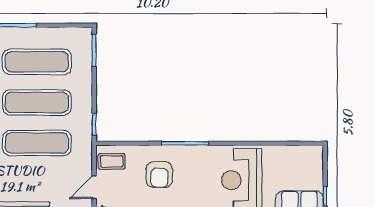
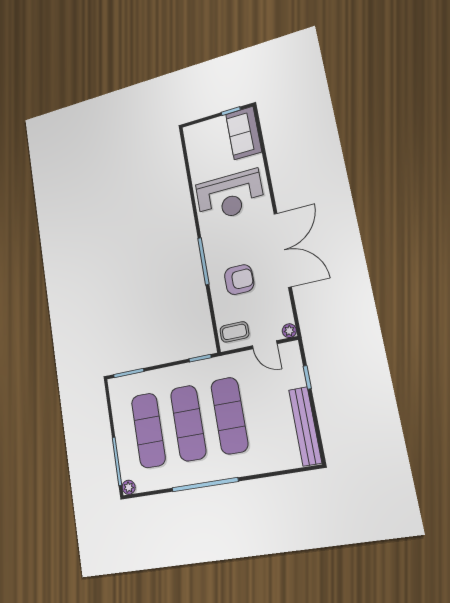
coffee table: (112, 161) -> (234, 332), turned 90

